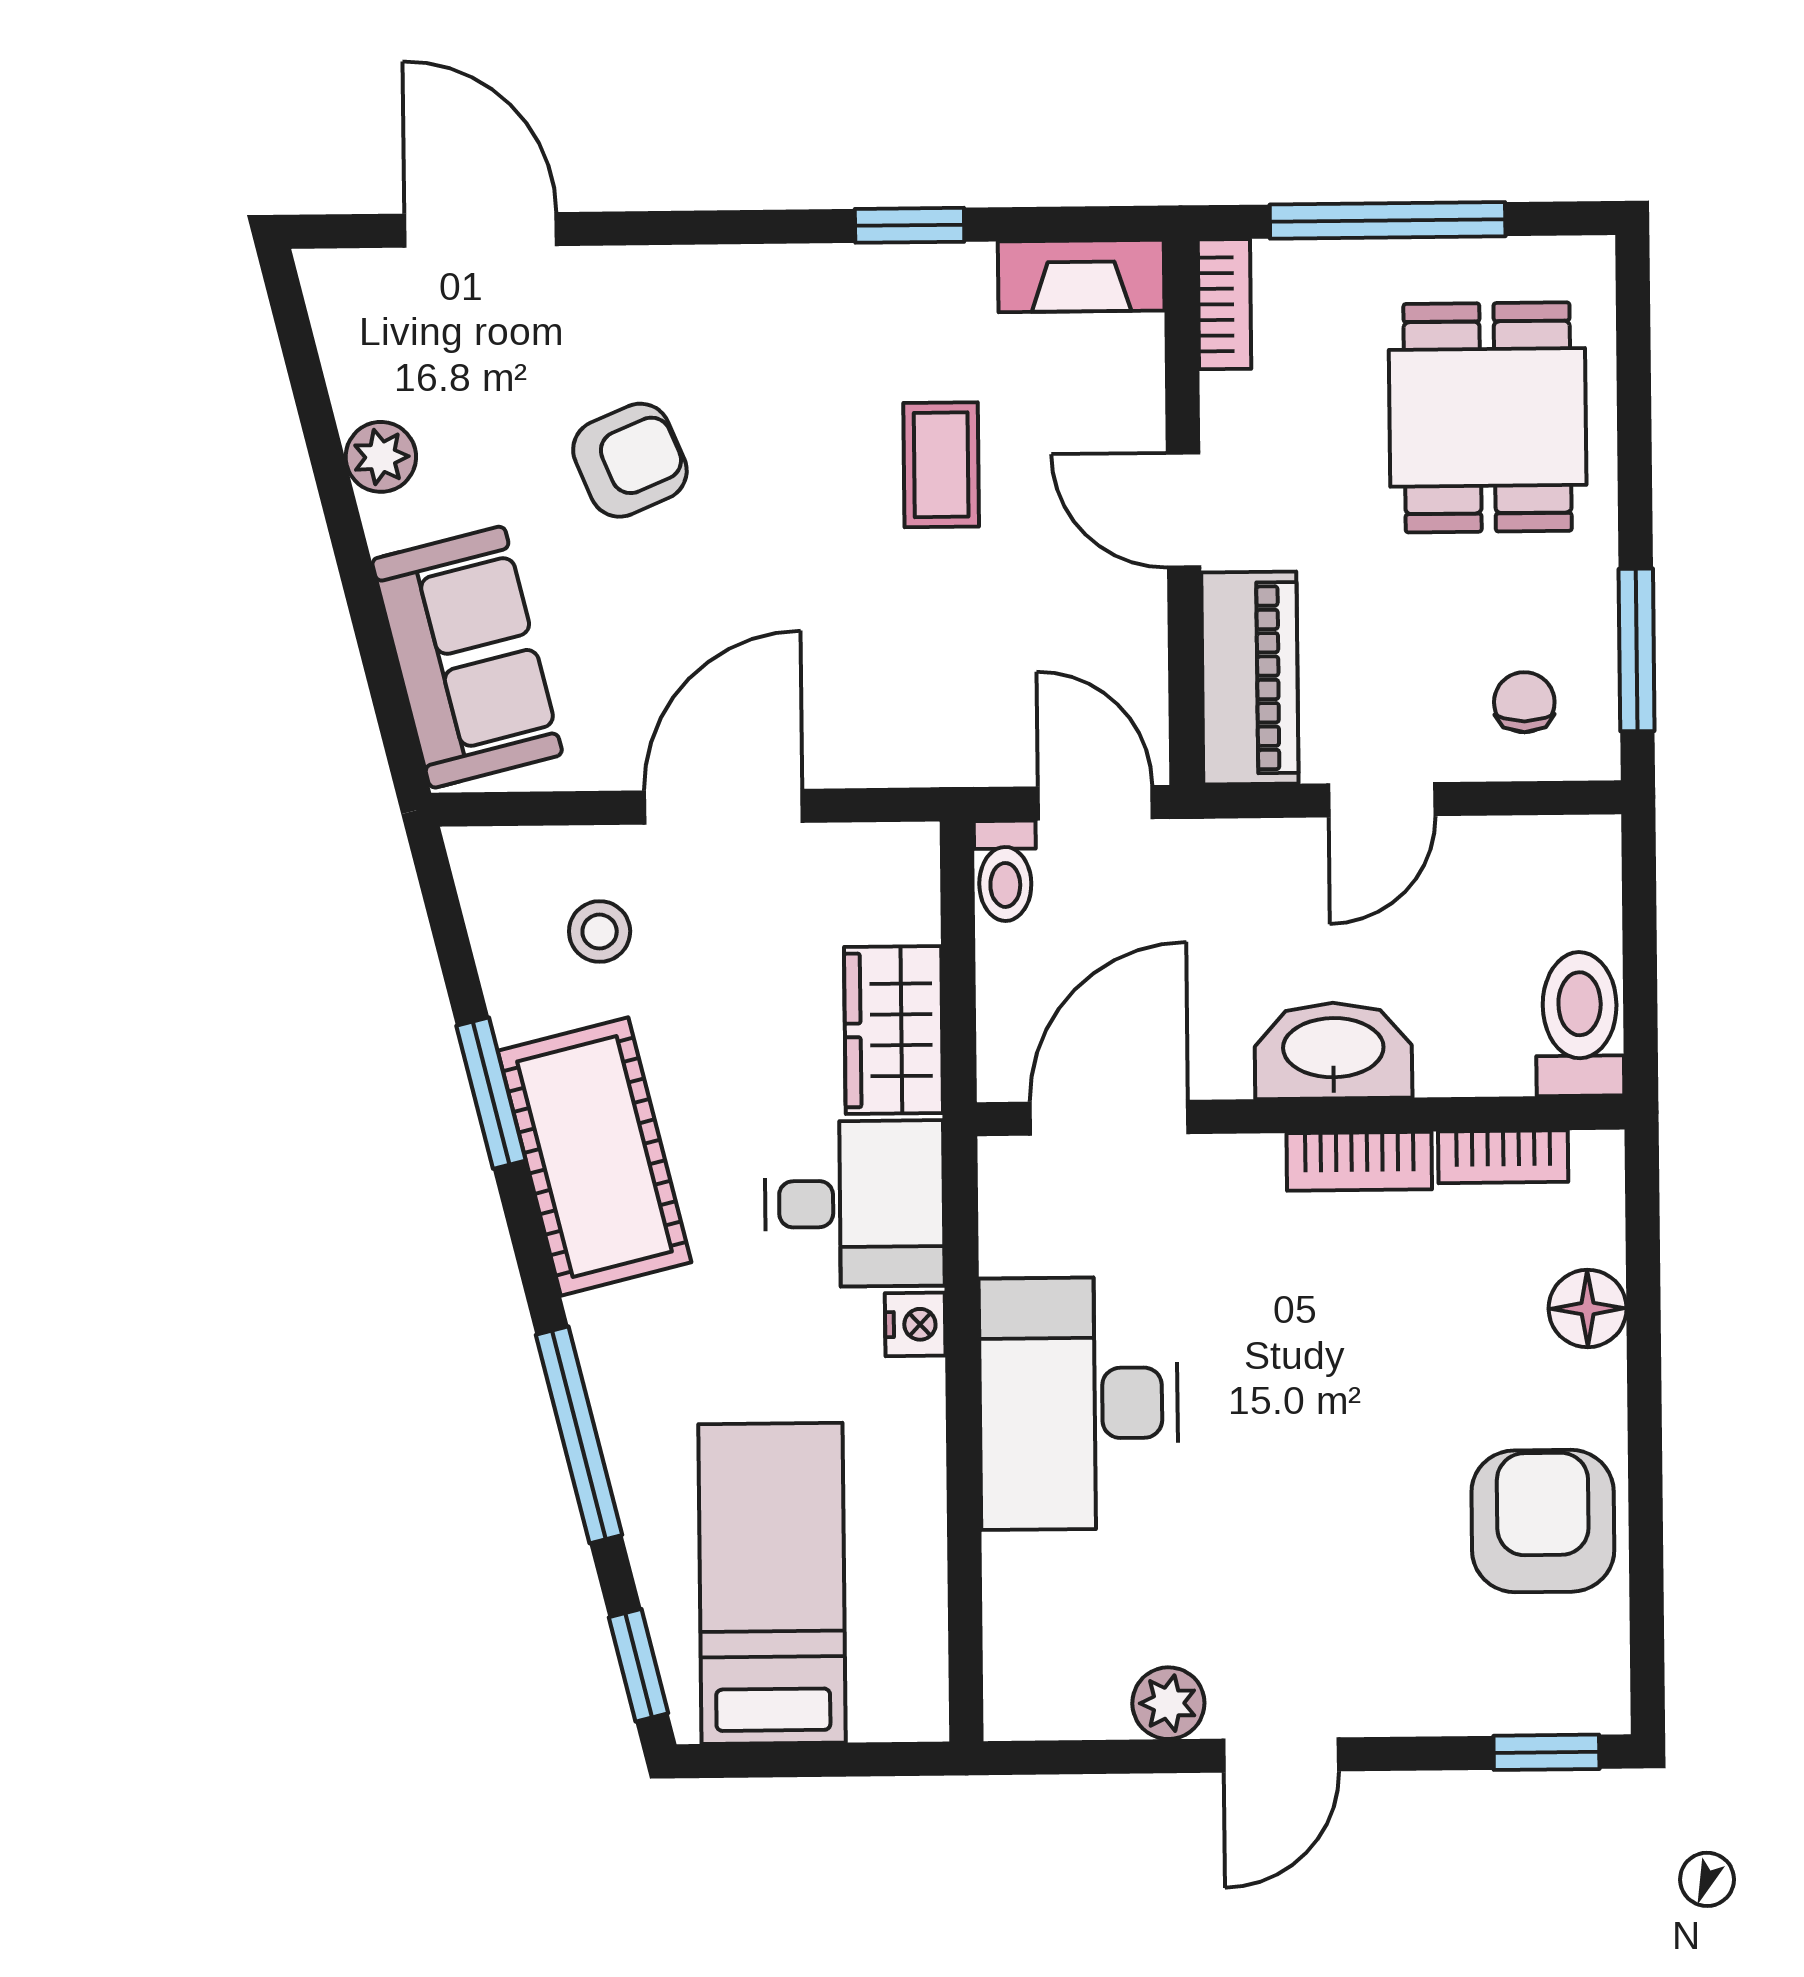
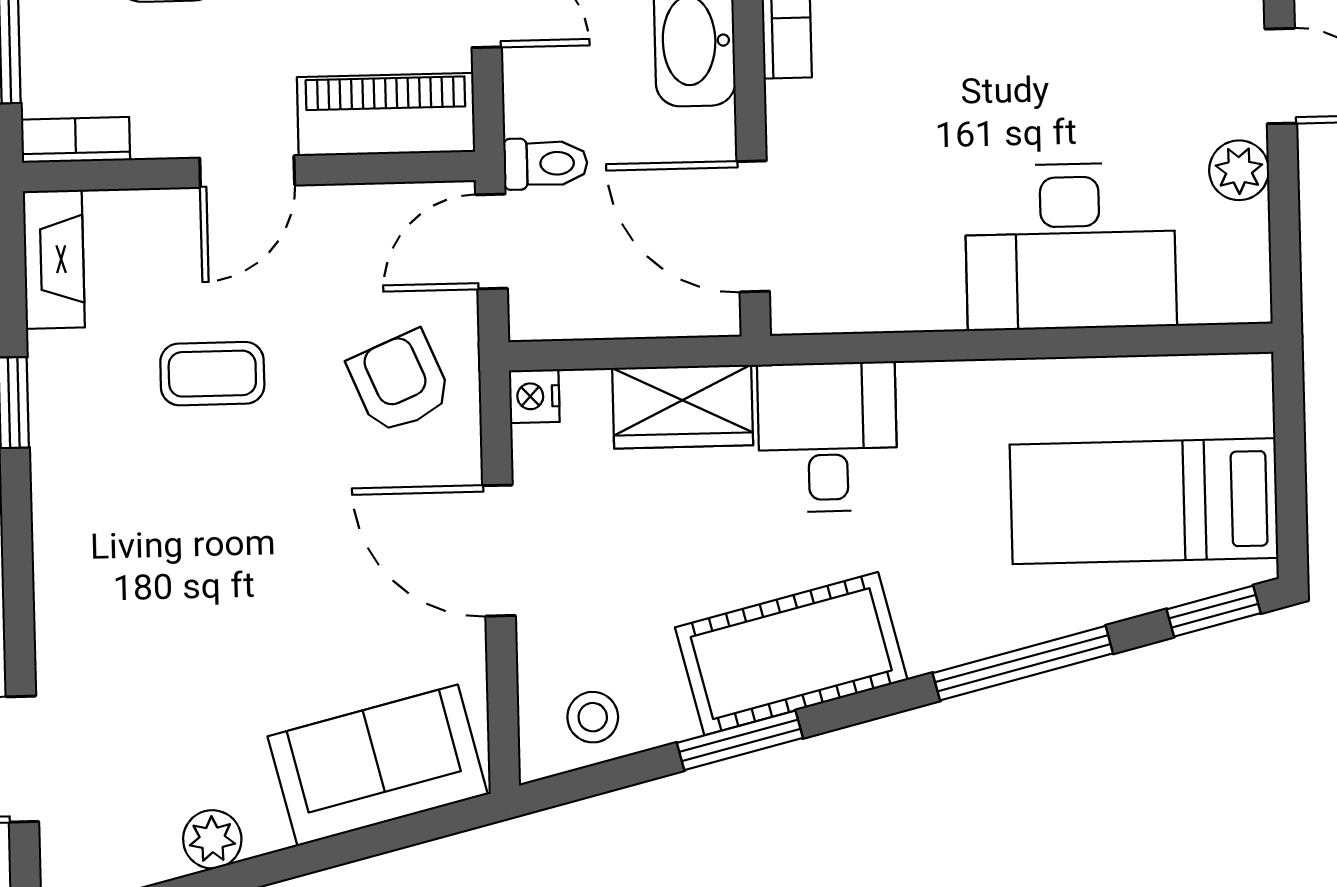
armchair: (630, 460) -> (400, 382), moved
toilet: (1005, 871) -> (545, 164), moved
stool: (600, 932) -> (593, 717), moved
nightstand: (915, 1324) -> (534, 396), moved, turned -90
desk: (1079, 1403) -> (1071, 246), moved

